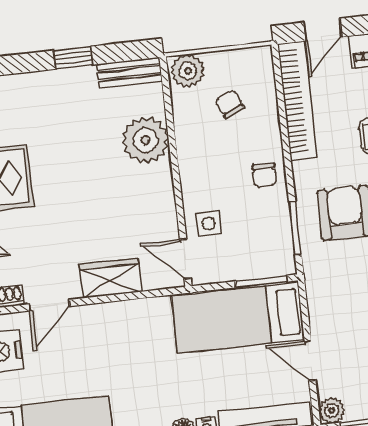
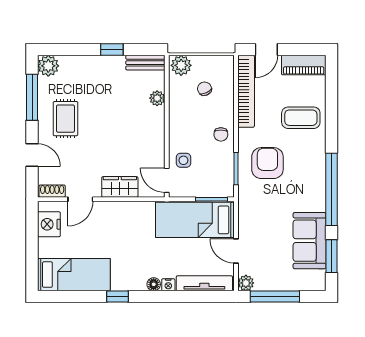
plant: (145, 140) -> (157, 98), width x0.53, depth x0.53

